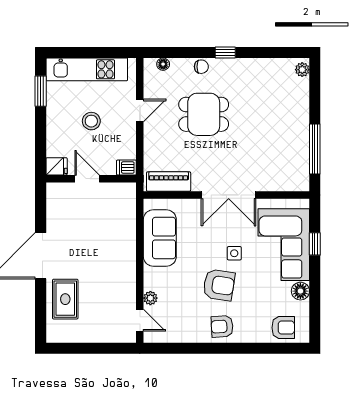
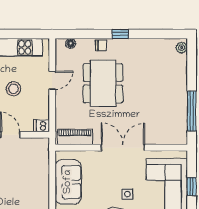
dining table: (204, 114) -> (103, 83), width x1.38
double door: (229, 195) -> (123, 148), swing flipped

